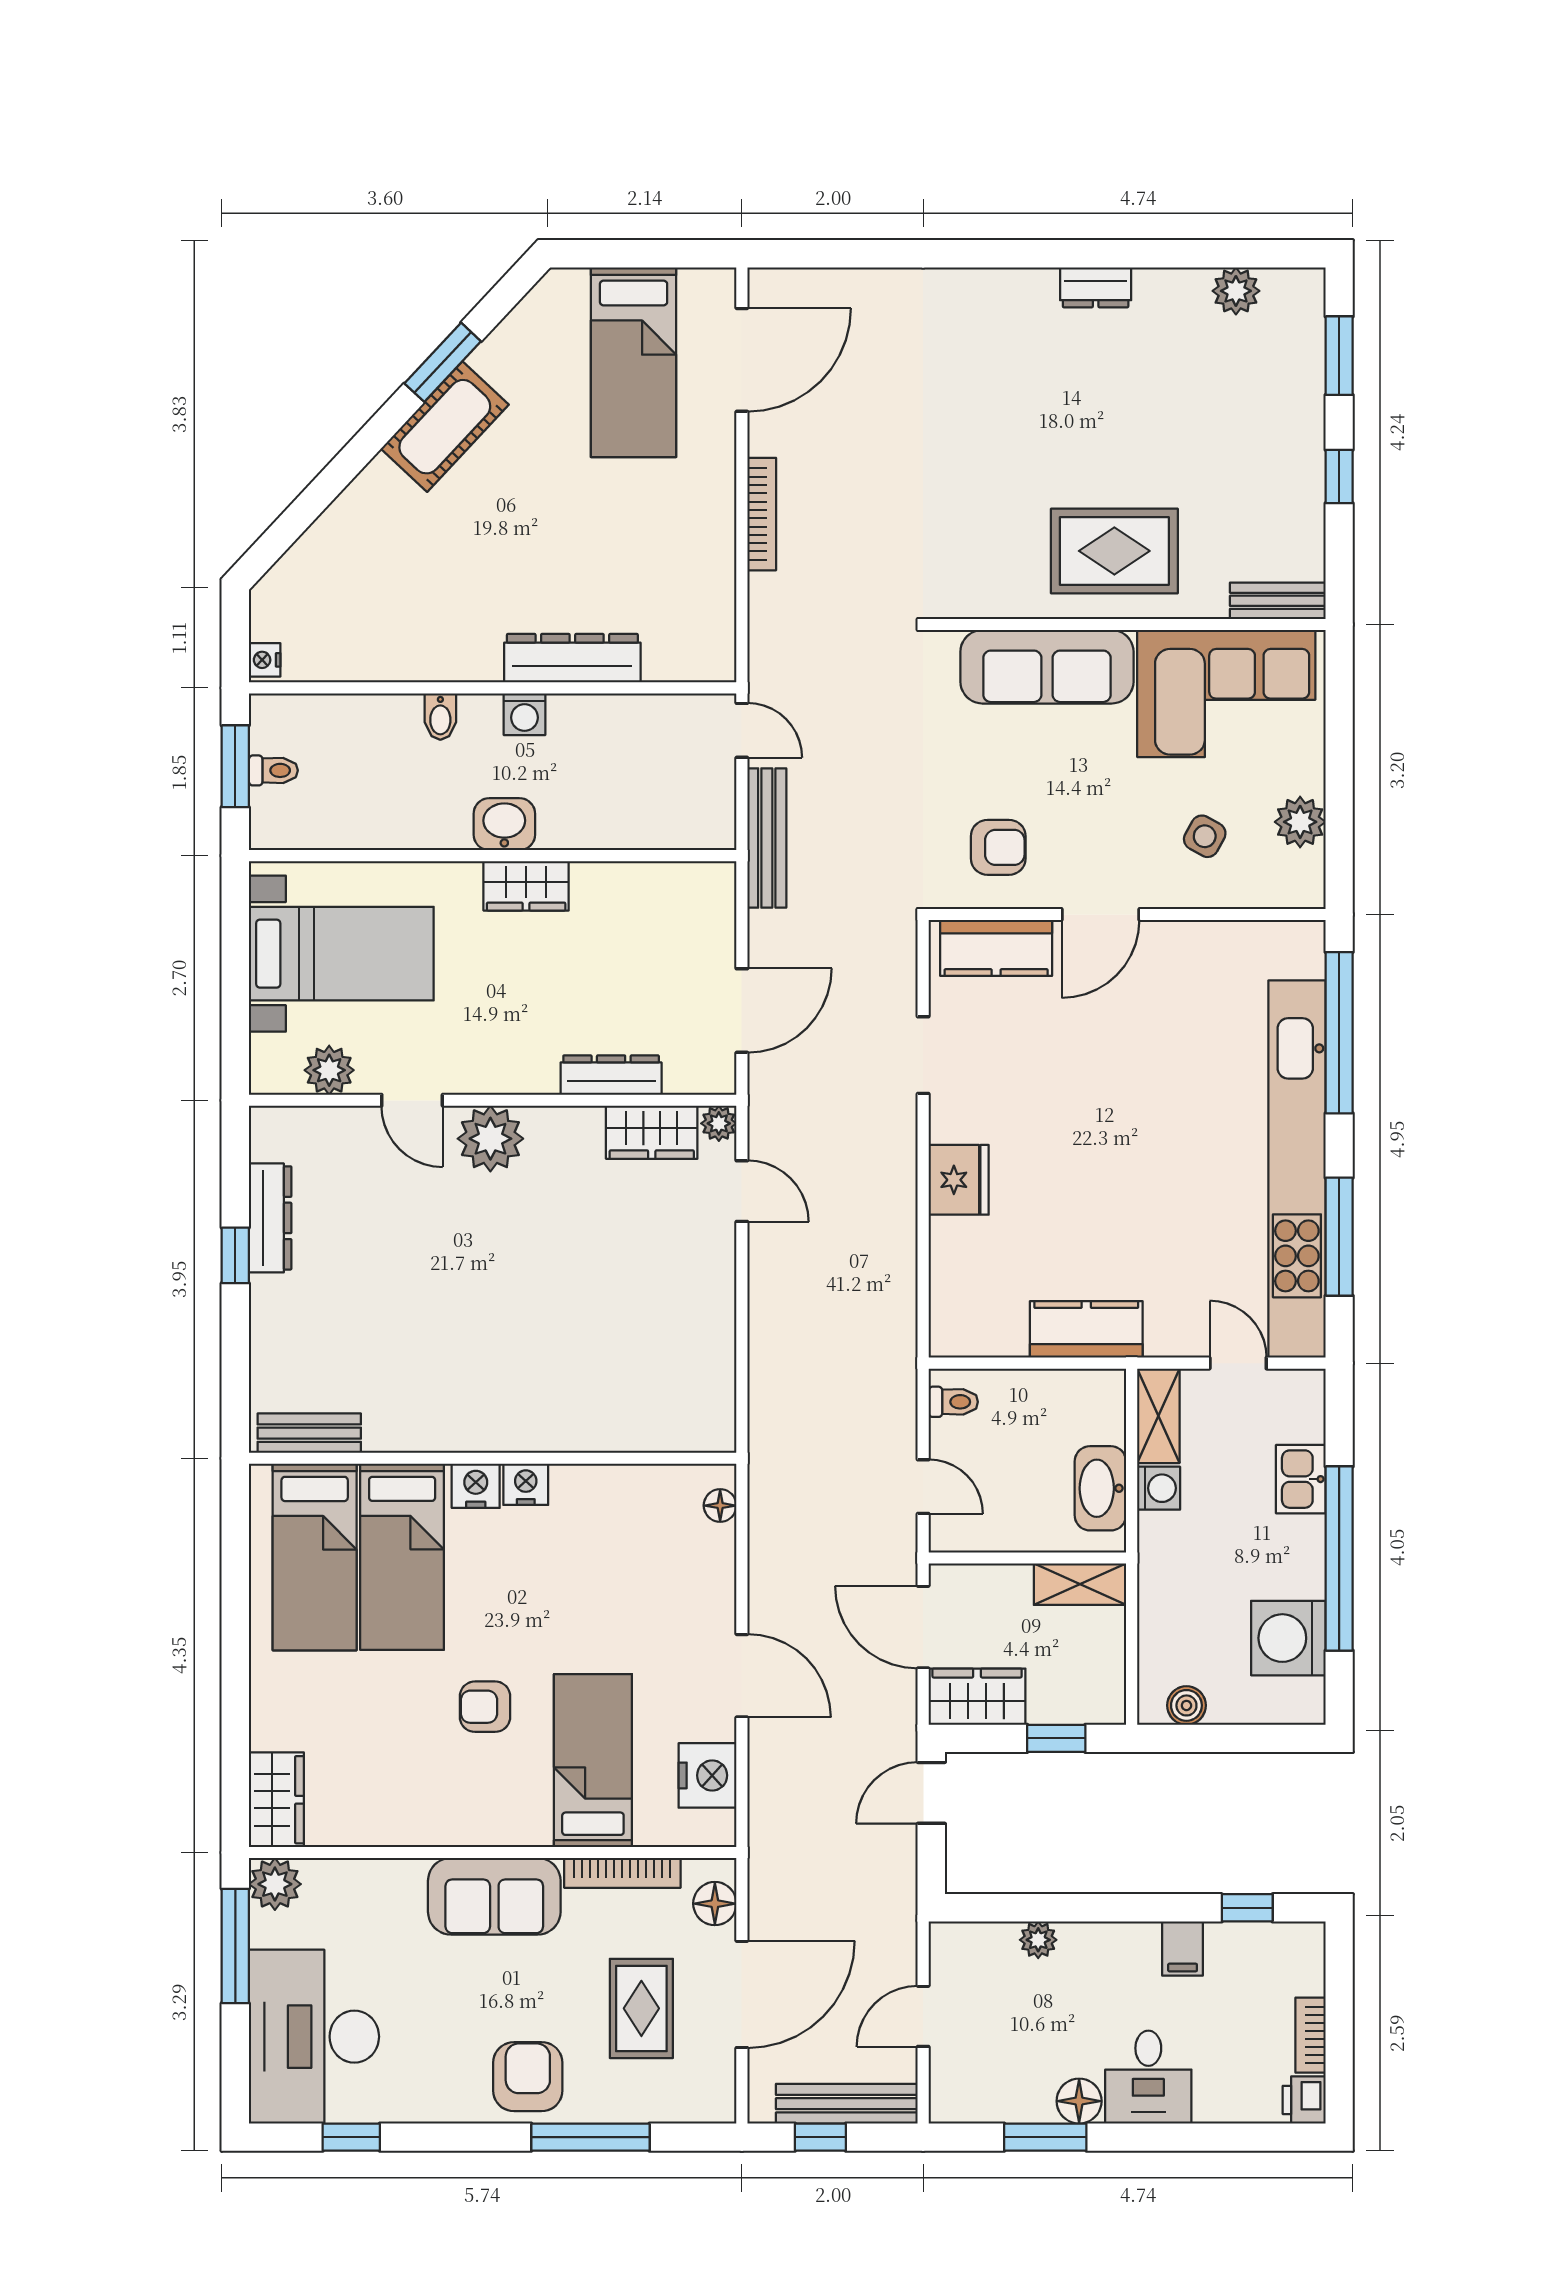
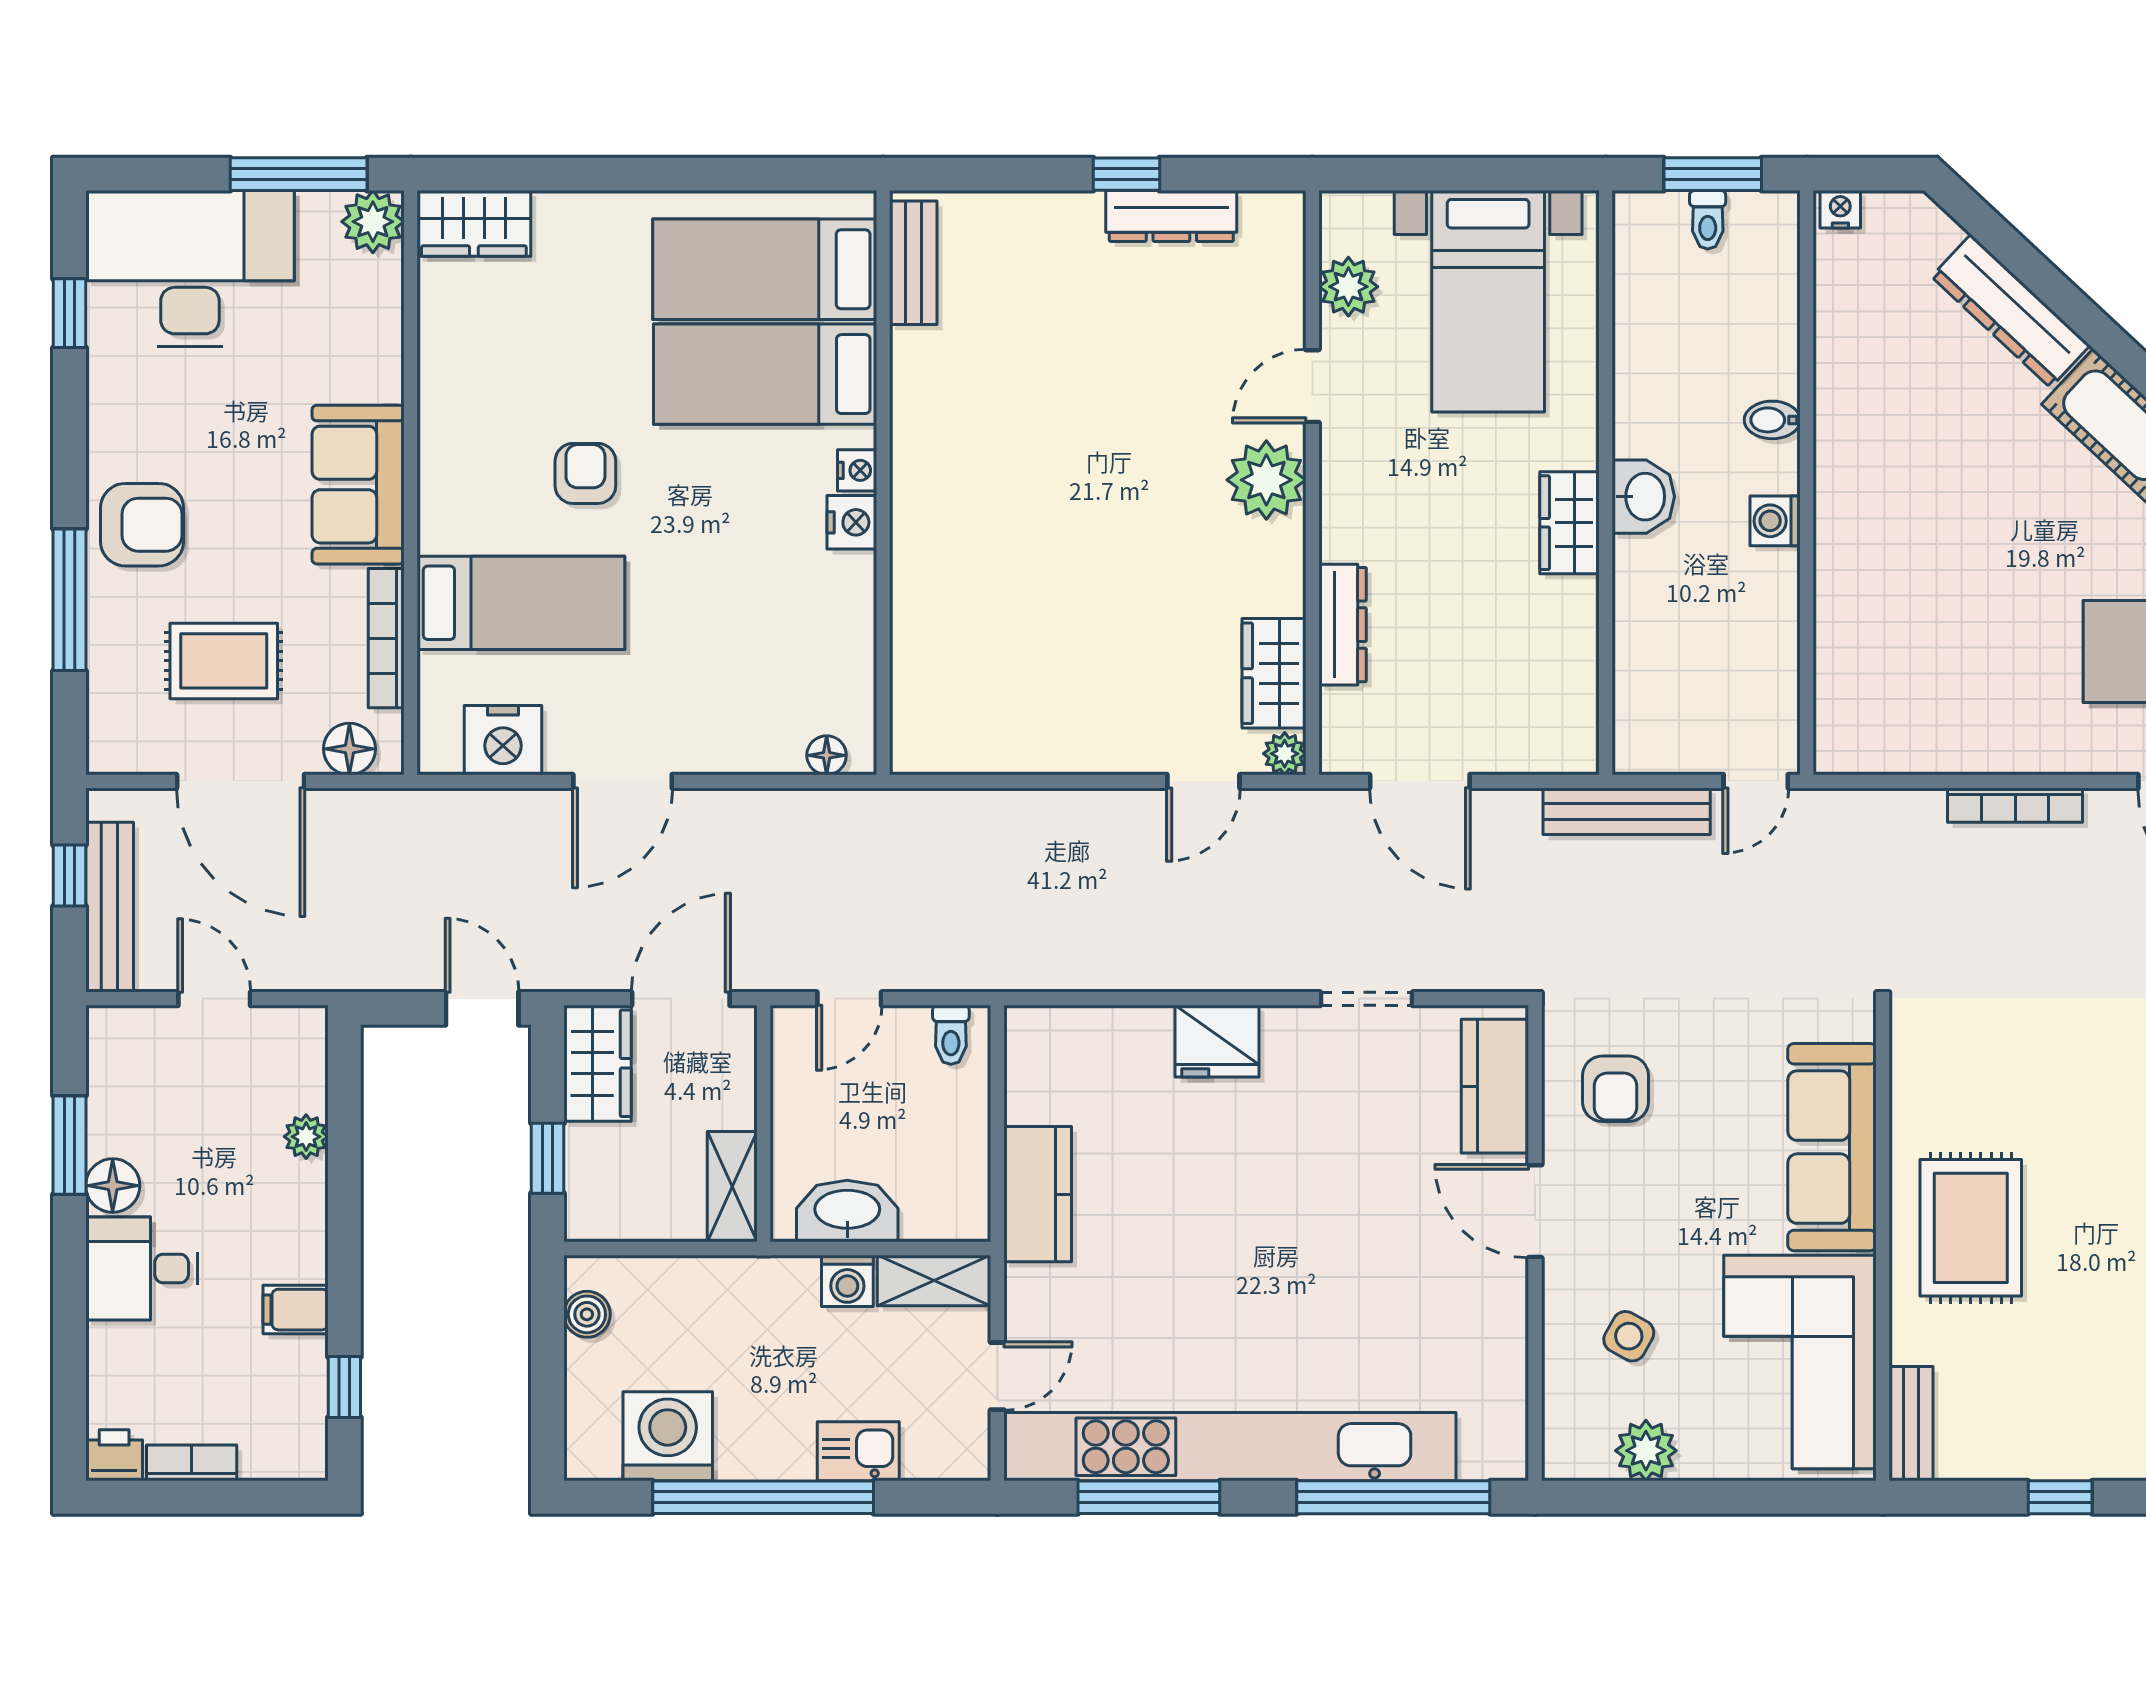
dresser: (572, 658) -> (2011, 311), moved, turned 133
nightstand: (476, 1486) -> (857, 470), width x0.72, depth x0.74

